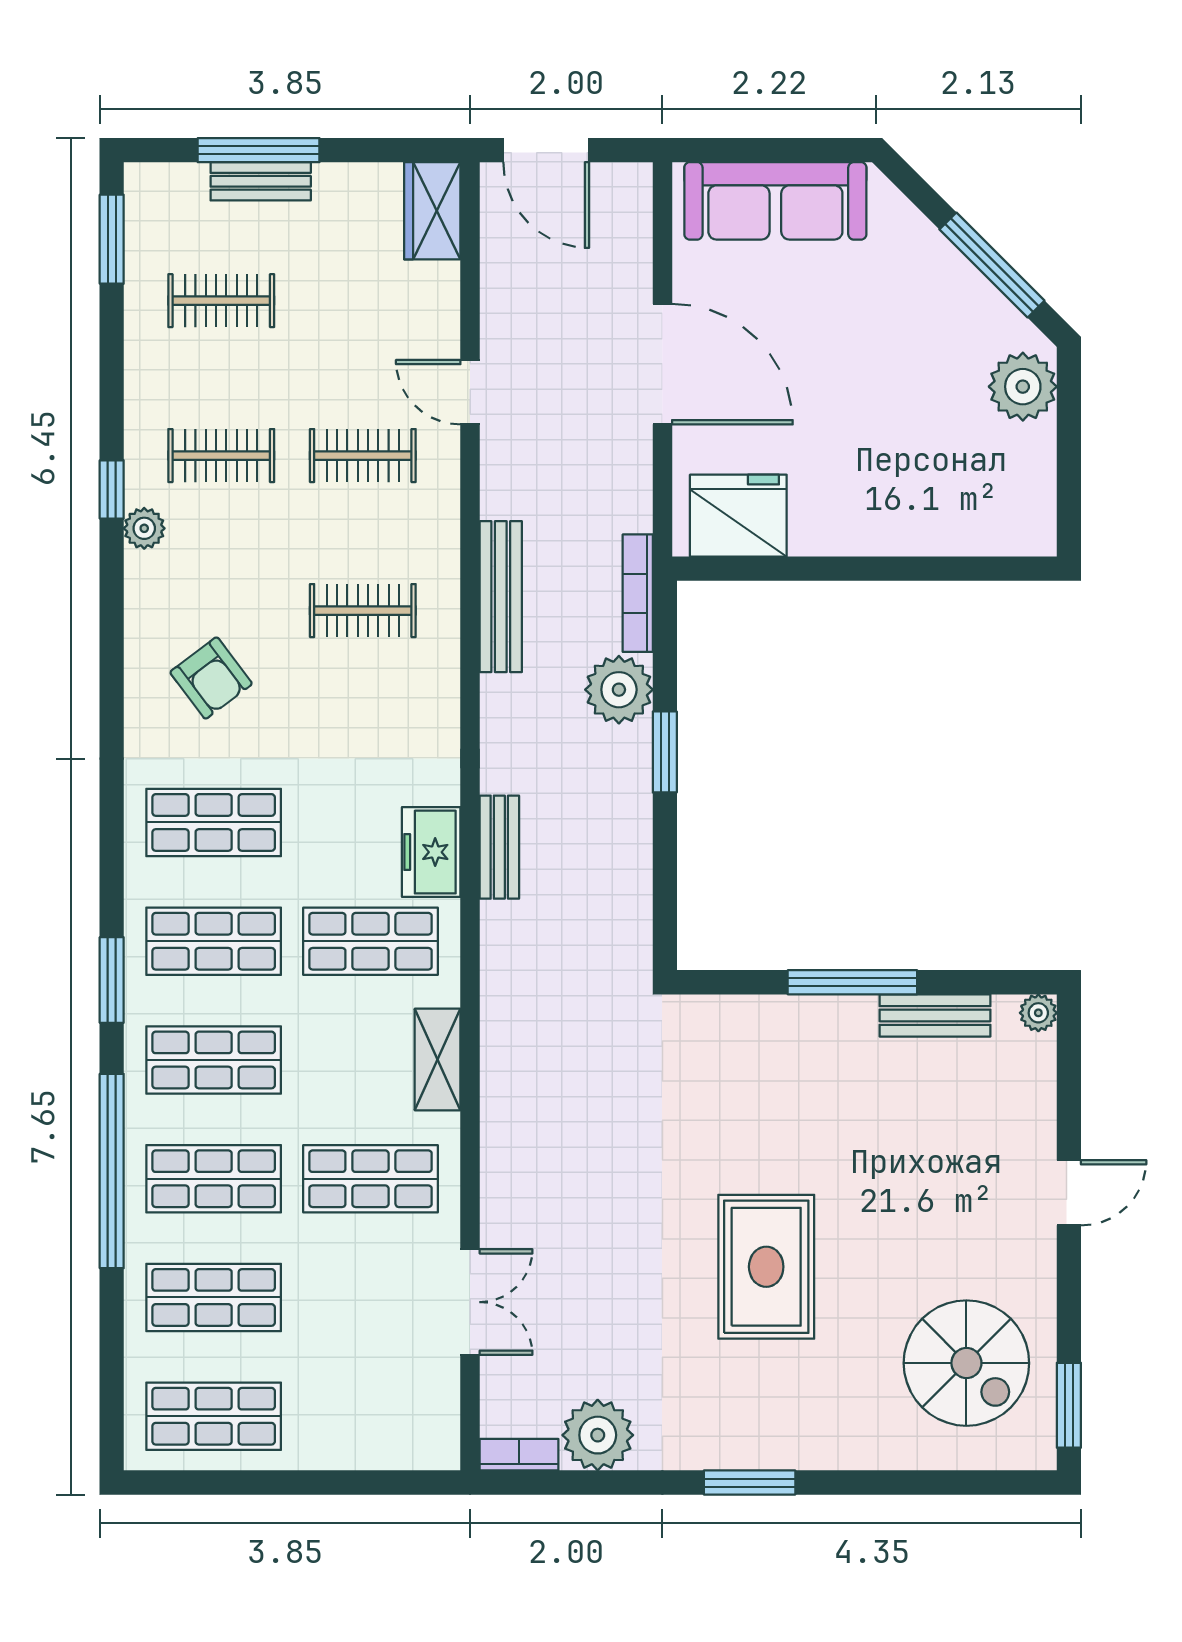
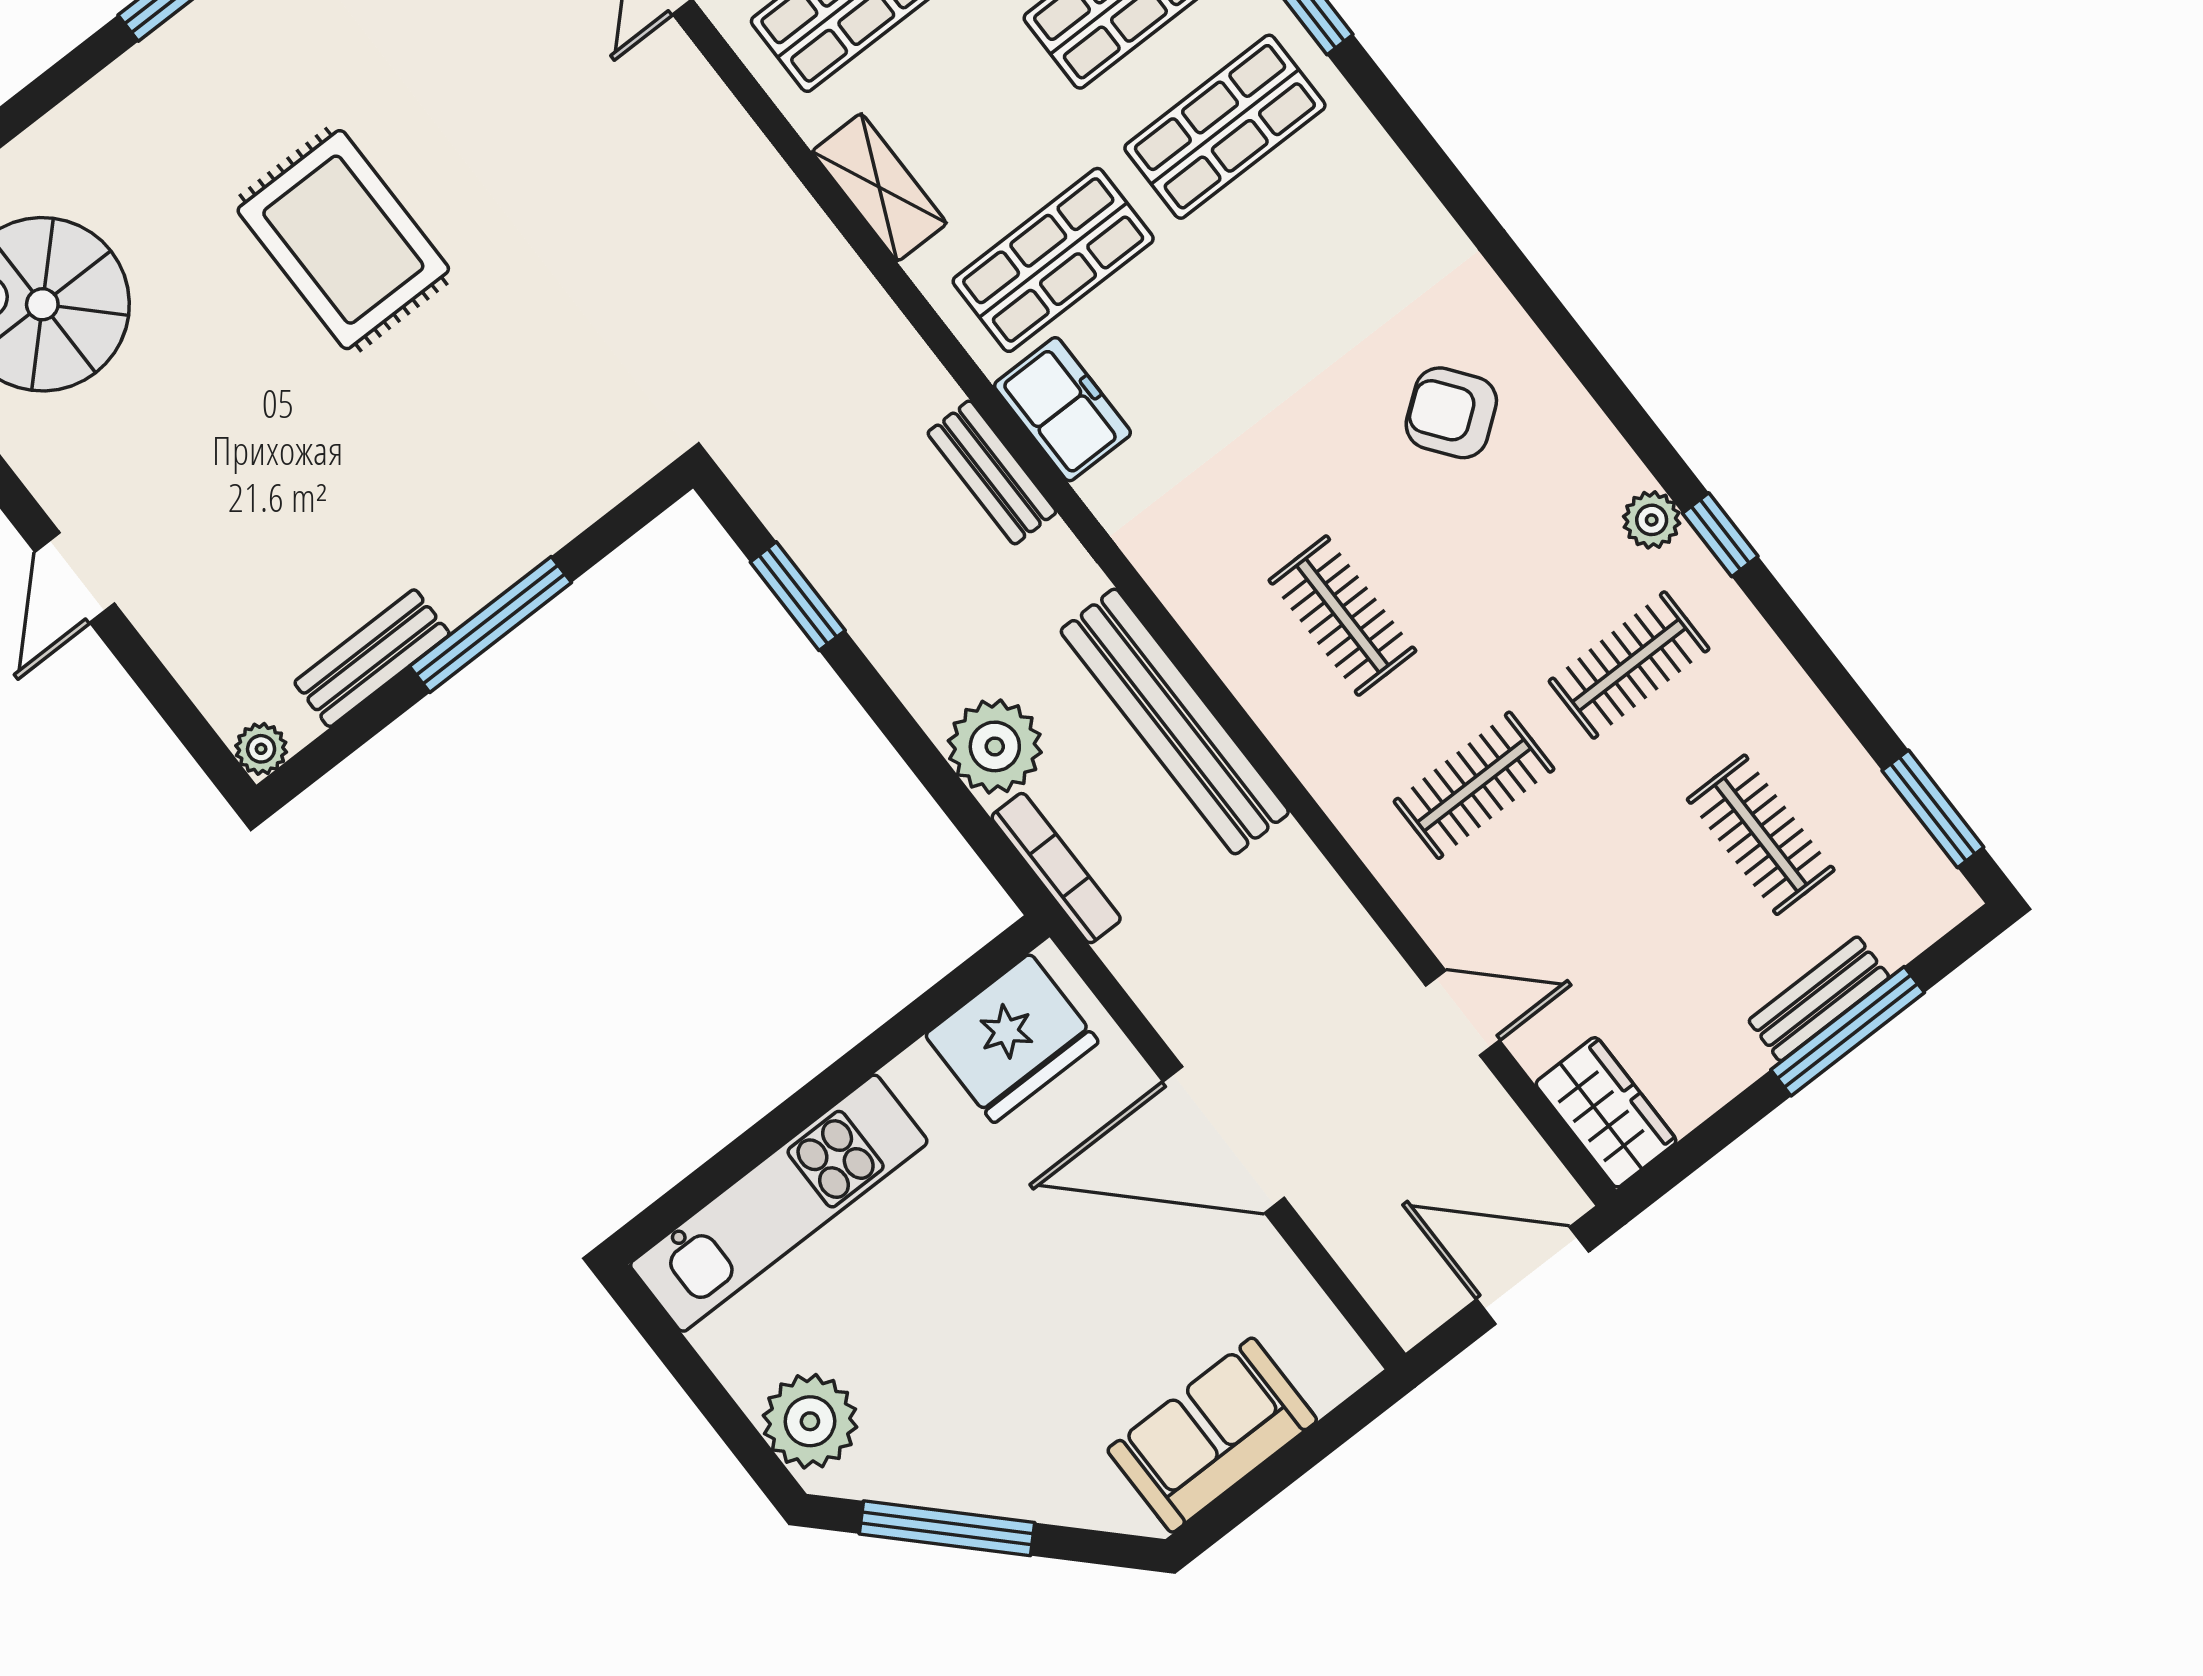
sofa: (775, 201) -> (1212, 1435), width x0.73
clothes rail: (221, 301) -> (1761, 835), turned 90
door: (470, 392) -> (1463, 1013), moved
kitchen unit: (944, 525) -> (779, 1203), added
bench: (501, 597) -> (1175, 721), width x1.37, depth x1.21
clothes rail: (363, 611) -> (1342, 616), turned 90
window: (665, 752) -> (798, 596), moved
shop shelf: (214, 822) -> (1326, 257), removed

